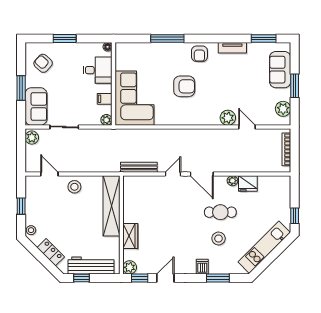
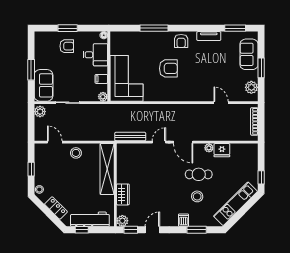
armchair: (43, 63) -> (67, 46), moved, turned 138
plant: (228, 118) -> (205, 95), removed

